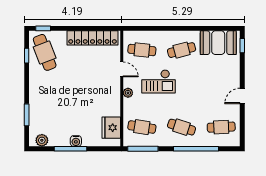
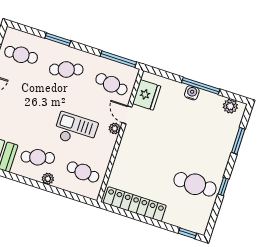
plant: (168, 36) -> (48, 179), added
cafe table: (45, 52) -> (195, 184), moved, turned -69
window: (27, 56) -> (223, 187), moved
door: (122, 69) -> (127, 115), moved
cafe table: (182, 127) -> (66, 69), turned -36
window: (196, 149) -> (58, 39), width x0.47

